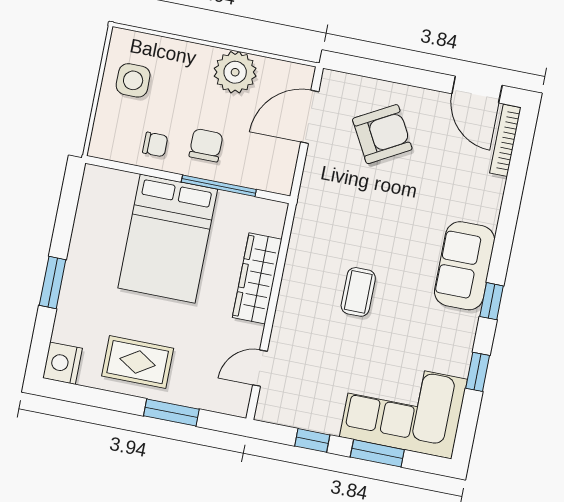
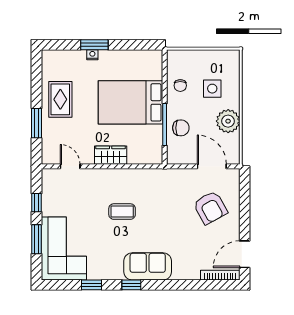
side table: (133, 80) -> (212, 89), moved
chair: (206, 145) -> (181, 128), moved
wardrobe: (257, 278) -> (111, 155), width x0.67
nightstand: (62, 363) -> (92, 55), moved, width x0.53, depth x0.56

